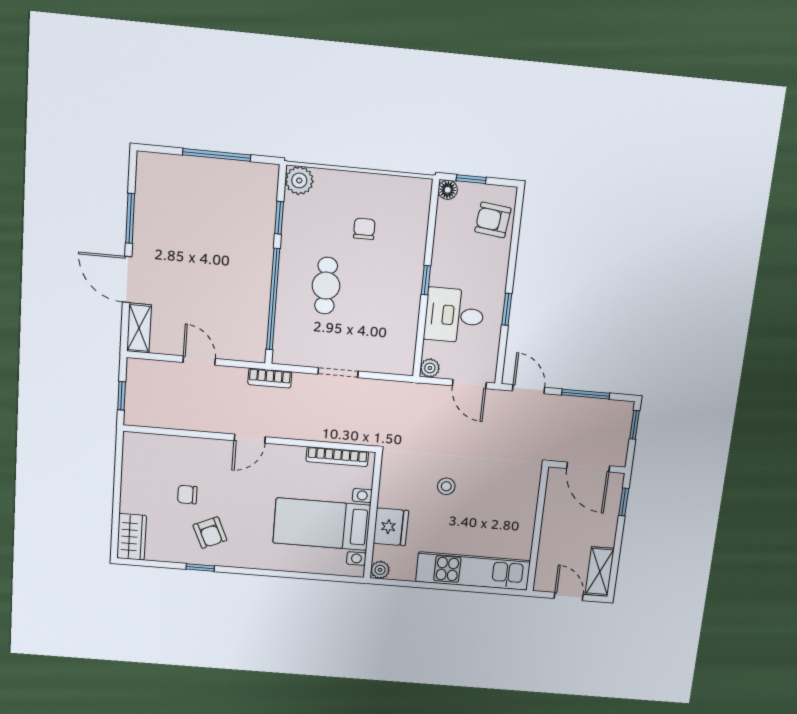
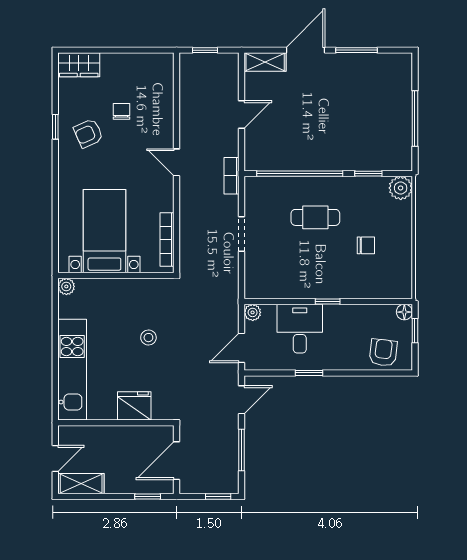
fridge: (391, 527) -> (134, 406), moved, turned 180

